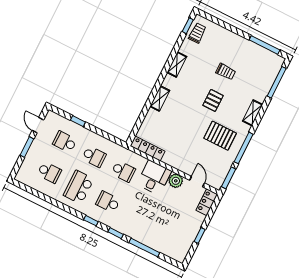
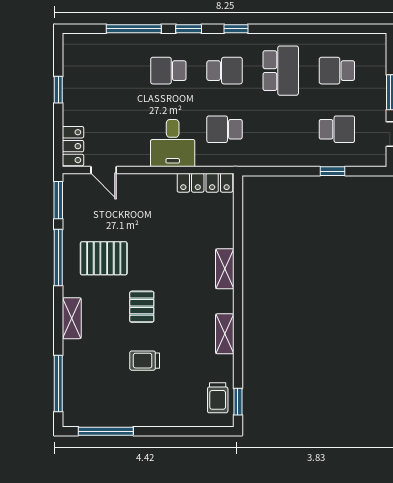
school desk: (94, 157) -> (168, 71), moved
plant: (176, 181) -> (137, 155), removed

